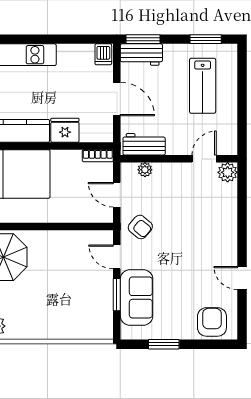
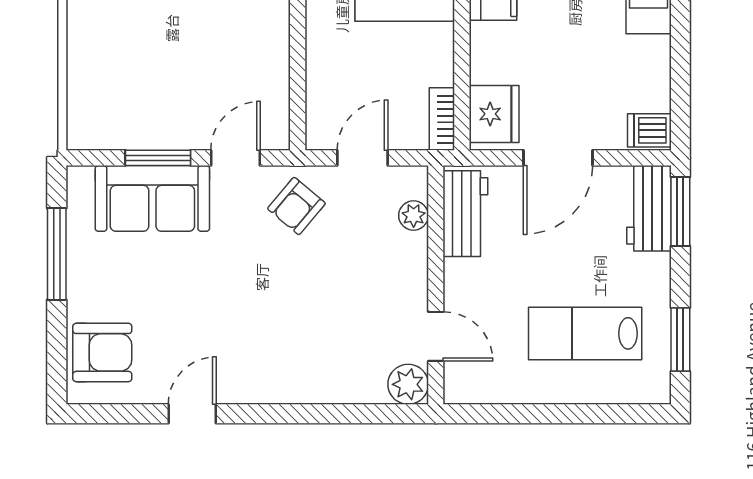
fridge: (65, 130) -> (494, 114), moved
window: (164, 344) -> (57, 254), width x1.44

